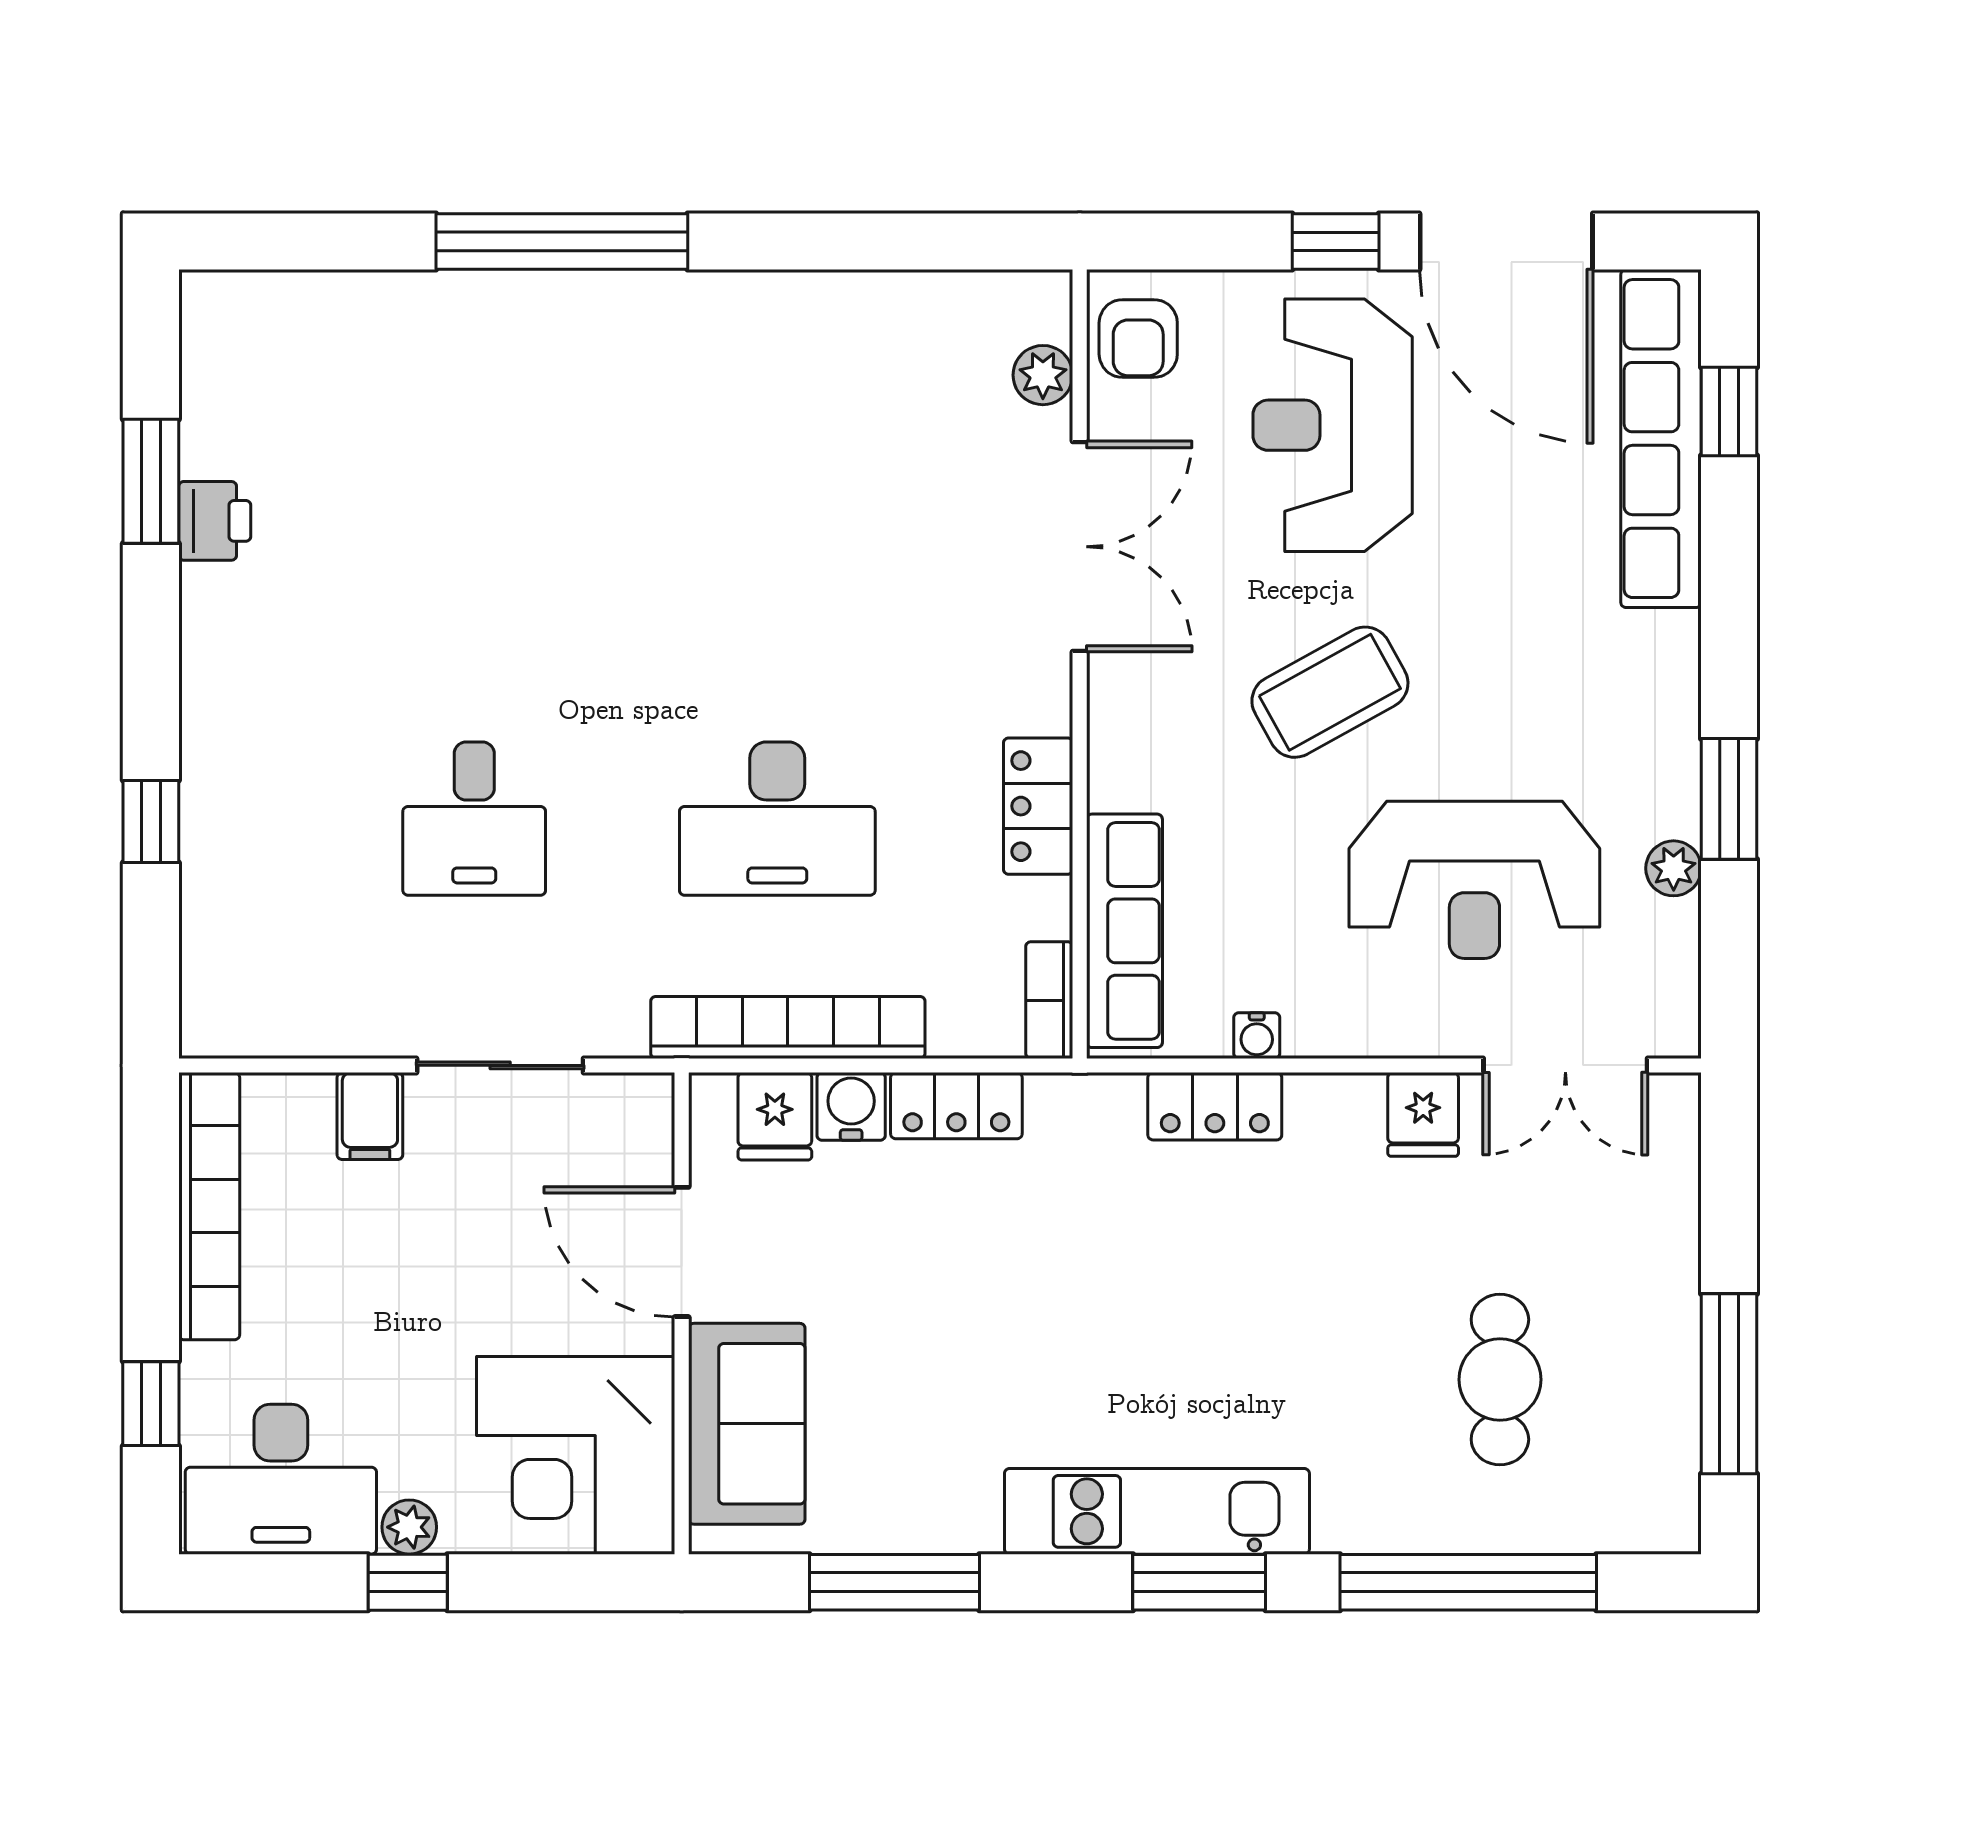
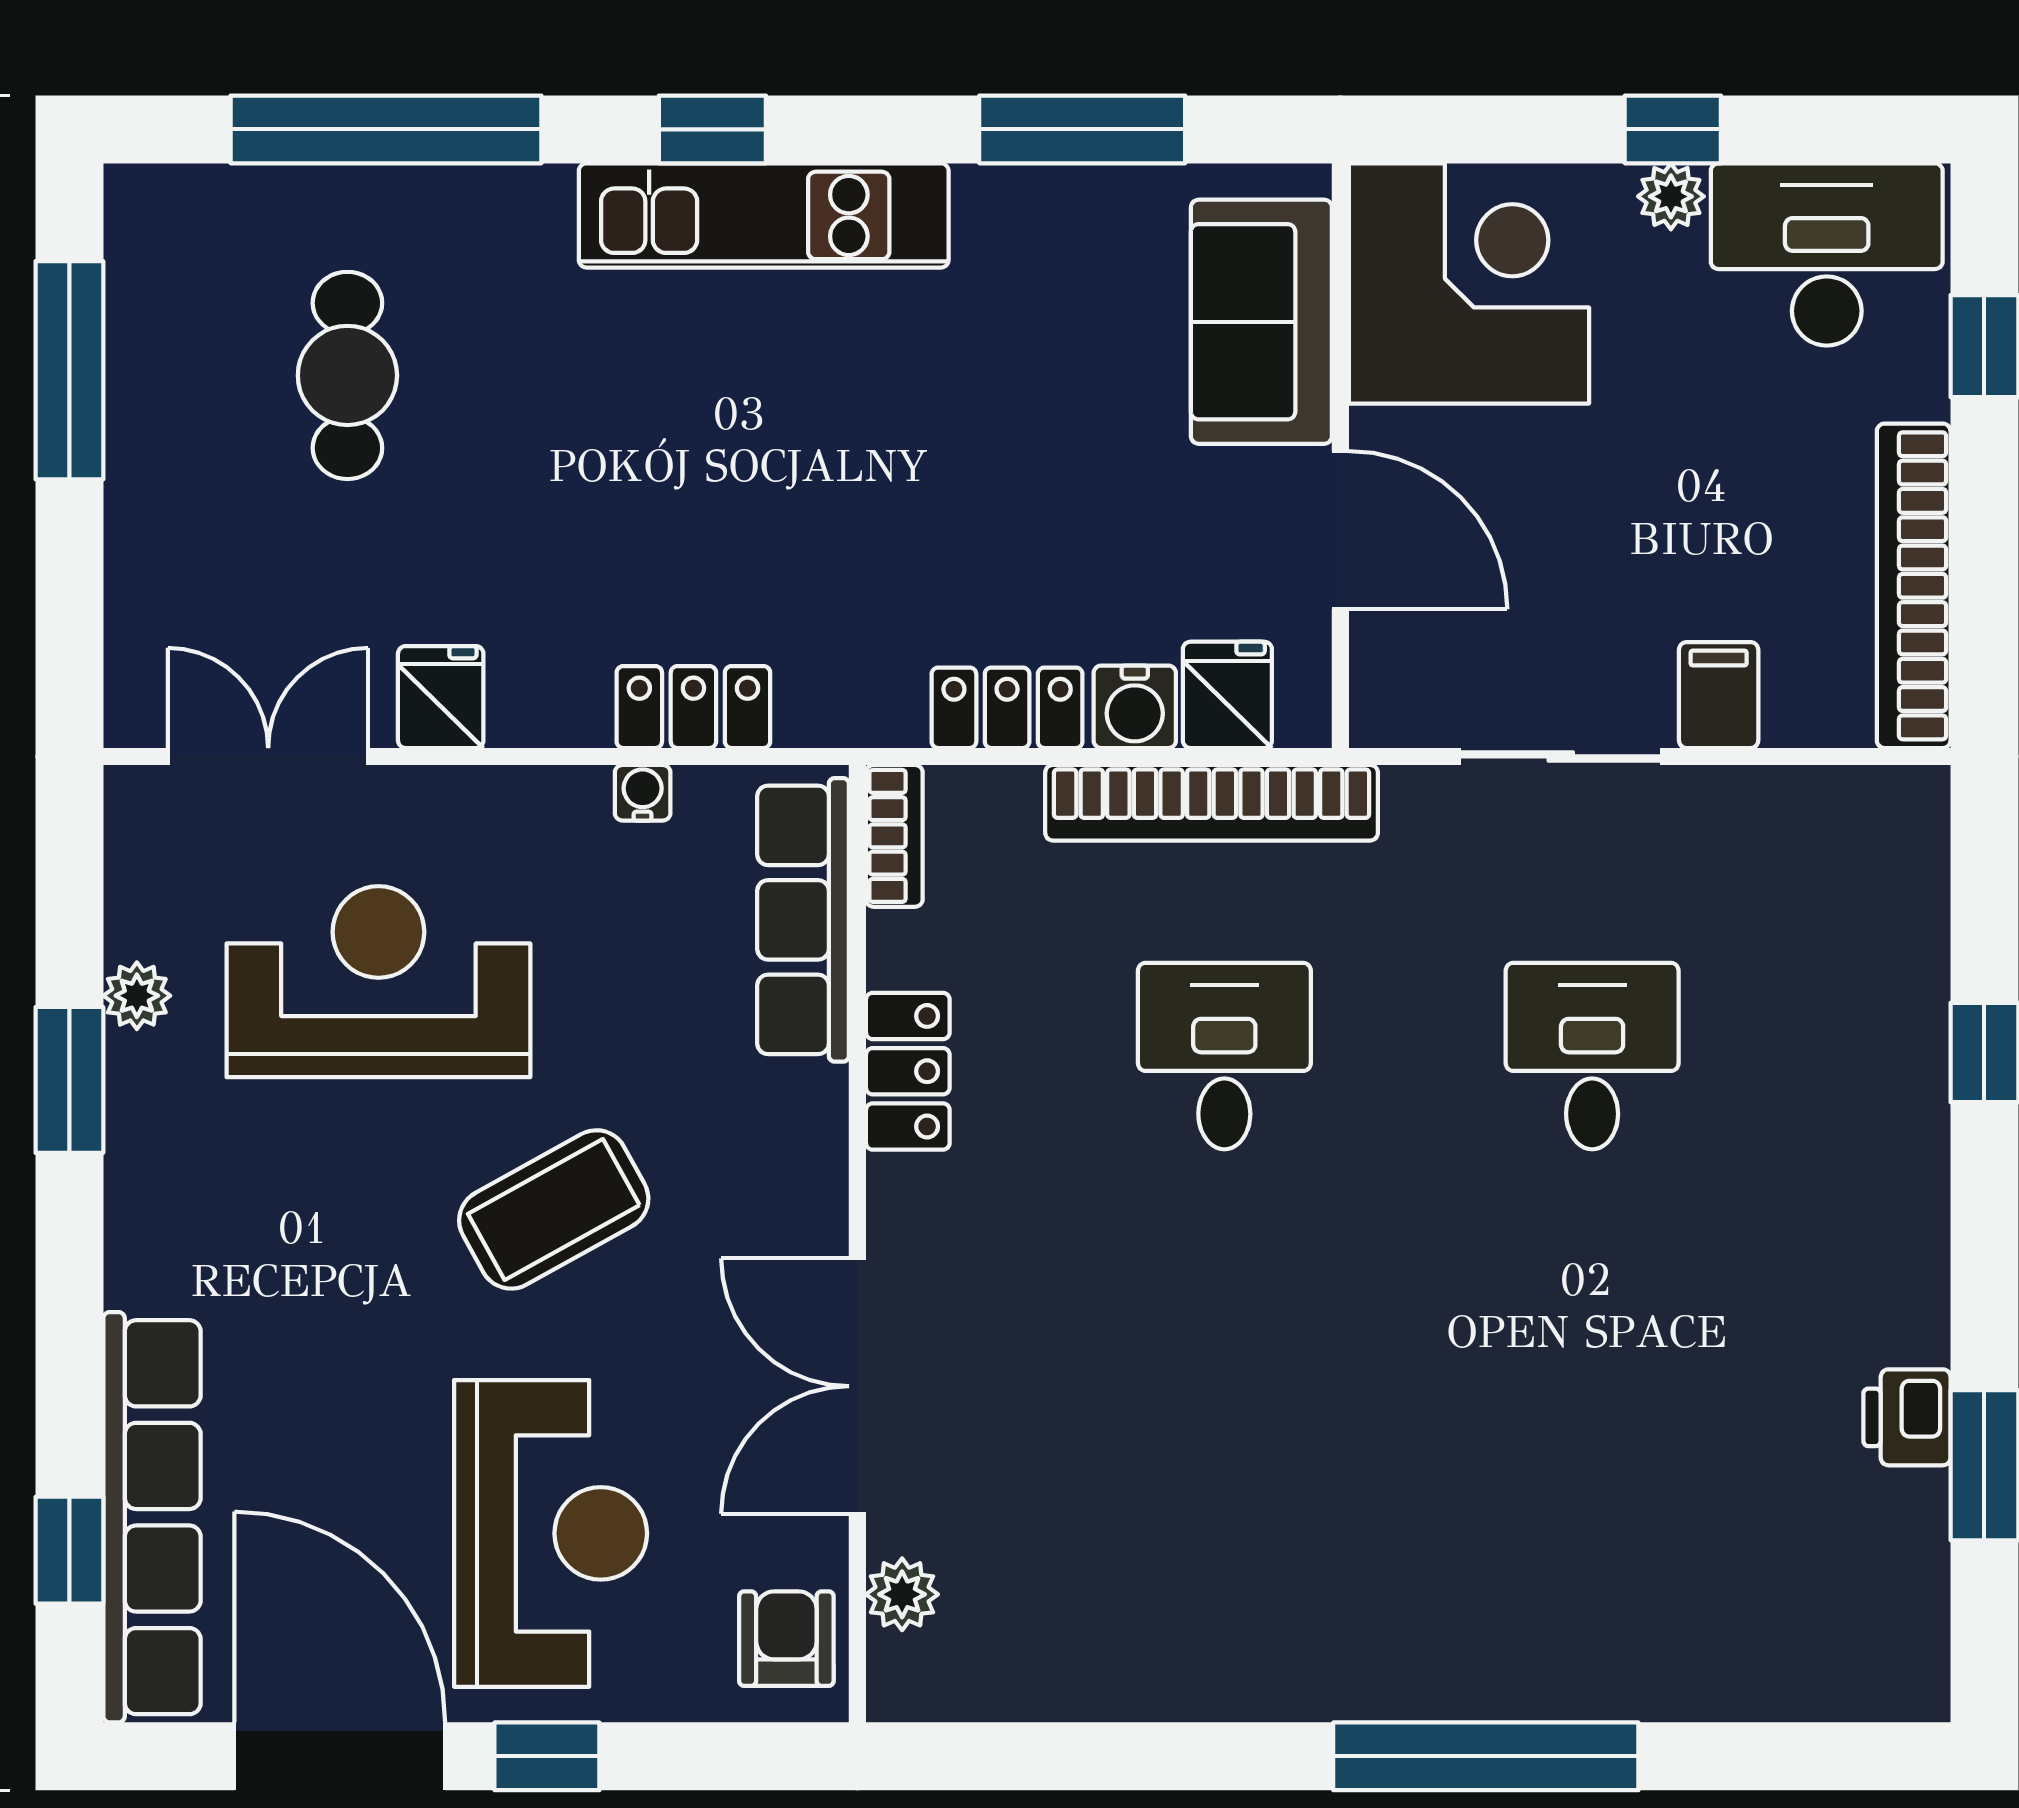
desk: (777, 819) -> (1224, 1056), width x0.73
window: (1199, 1582) -> (712, 129), width x0.67

